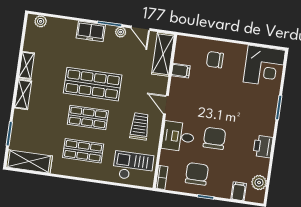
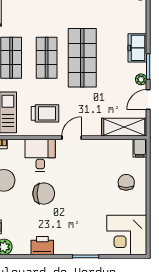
filing cabinet: (181, 71) -> (140, 148), moved

